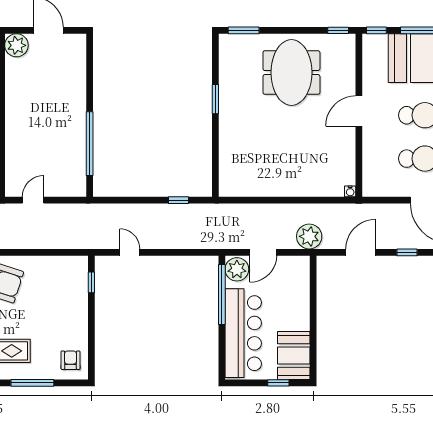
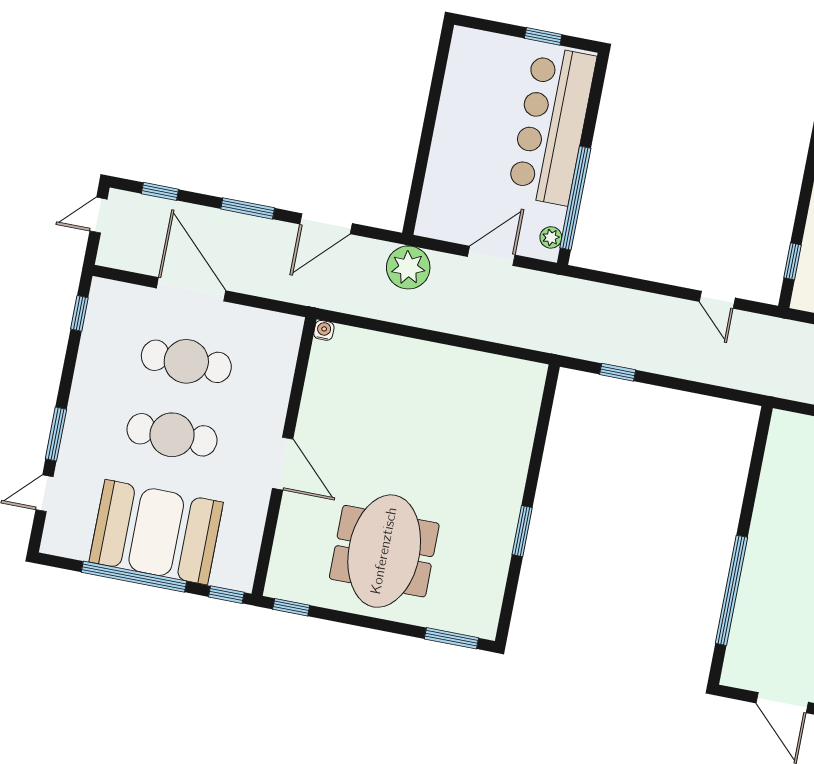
door: (359, 111) -> (283, 464), hinge flipped
window: (90, 144) -> (731, 590), moved
window: (407, 252) -> (248, 208), width x1.50
plant: (237, 269) -> (551, 237), width x0.53, depth x0.53
booth: (294, 355) -> (473, 71), removed
window: (278, 383) -> (543, 36), moved

